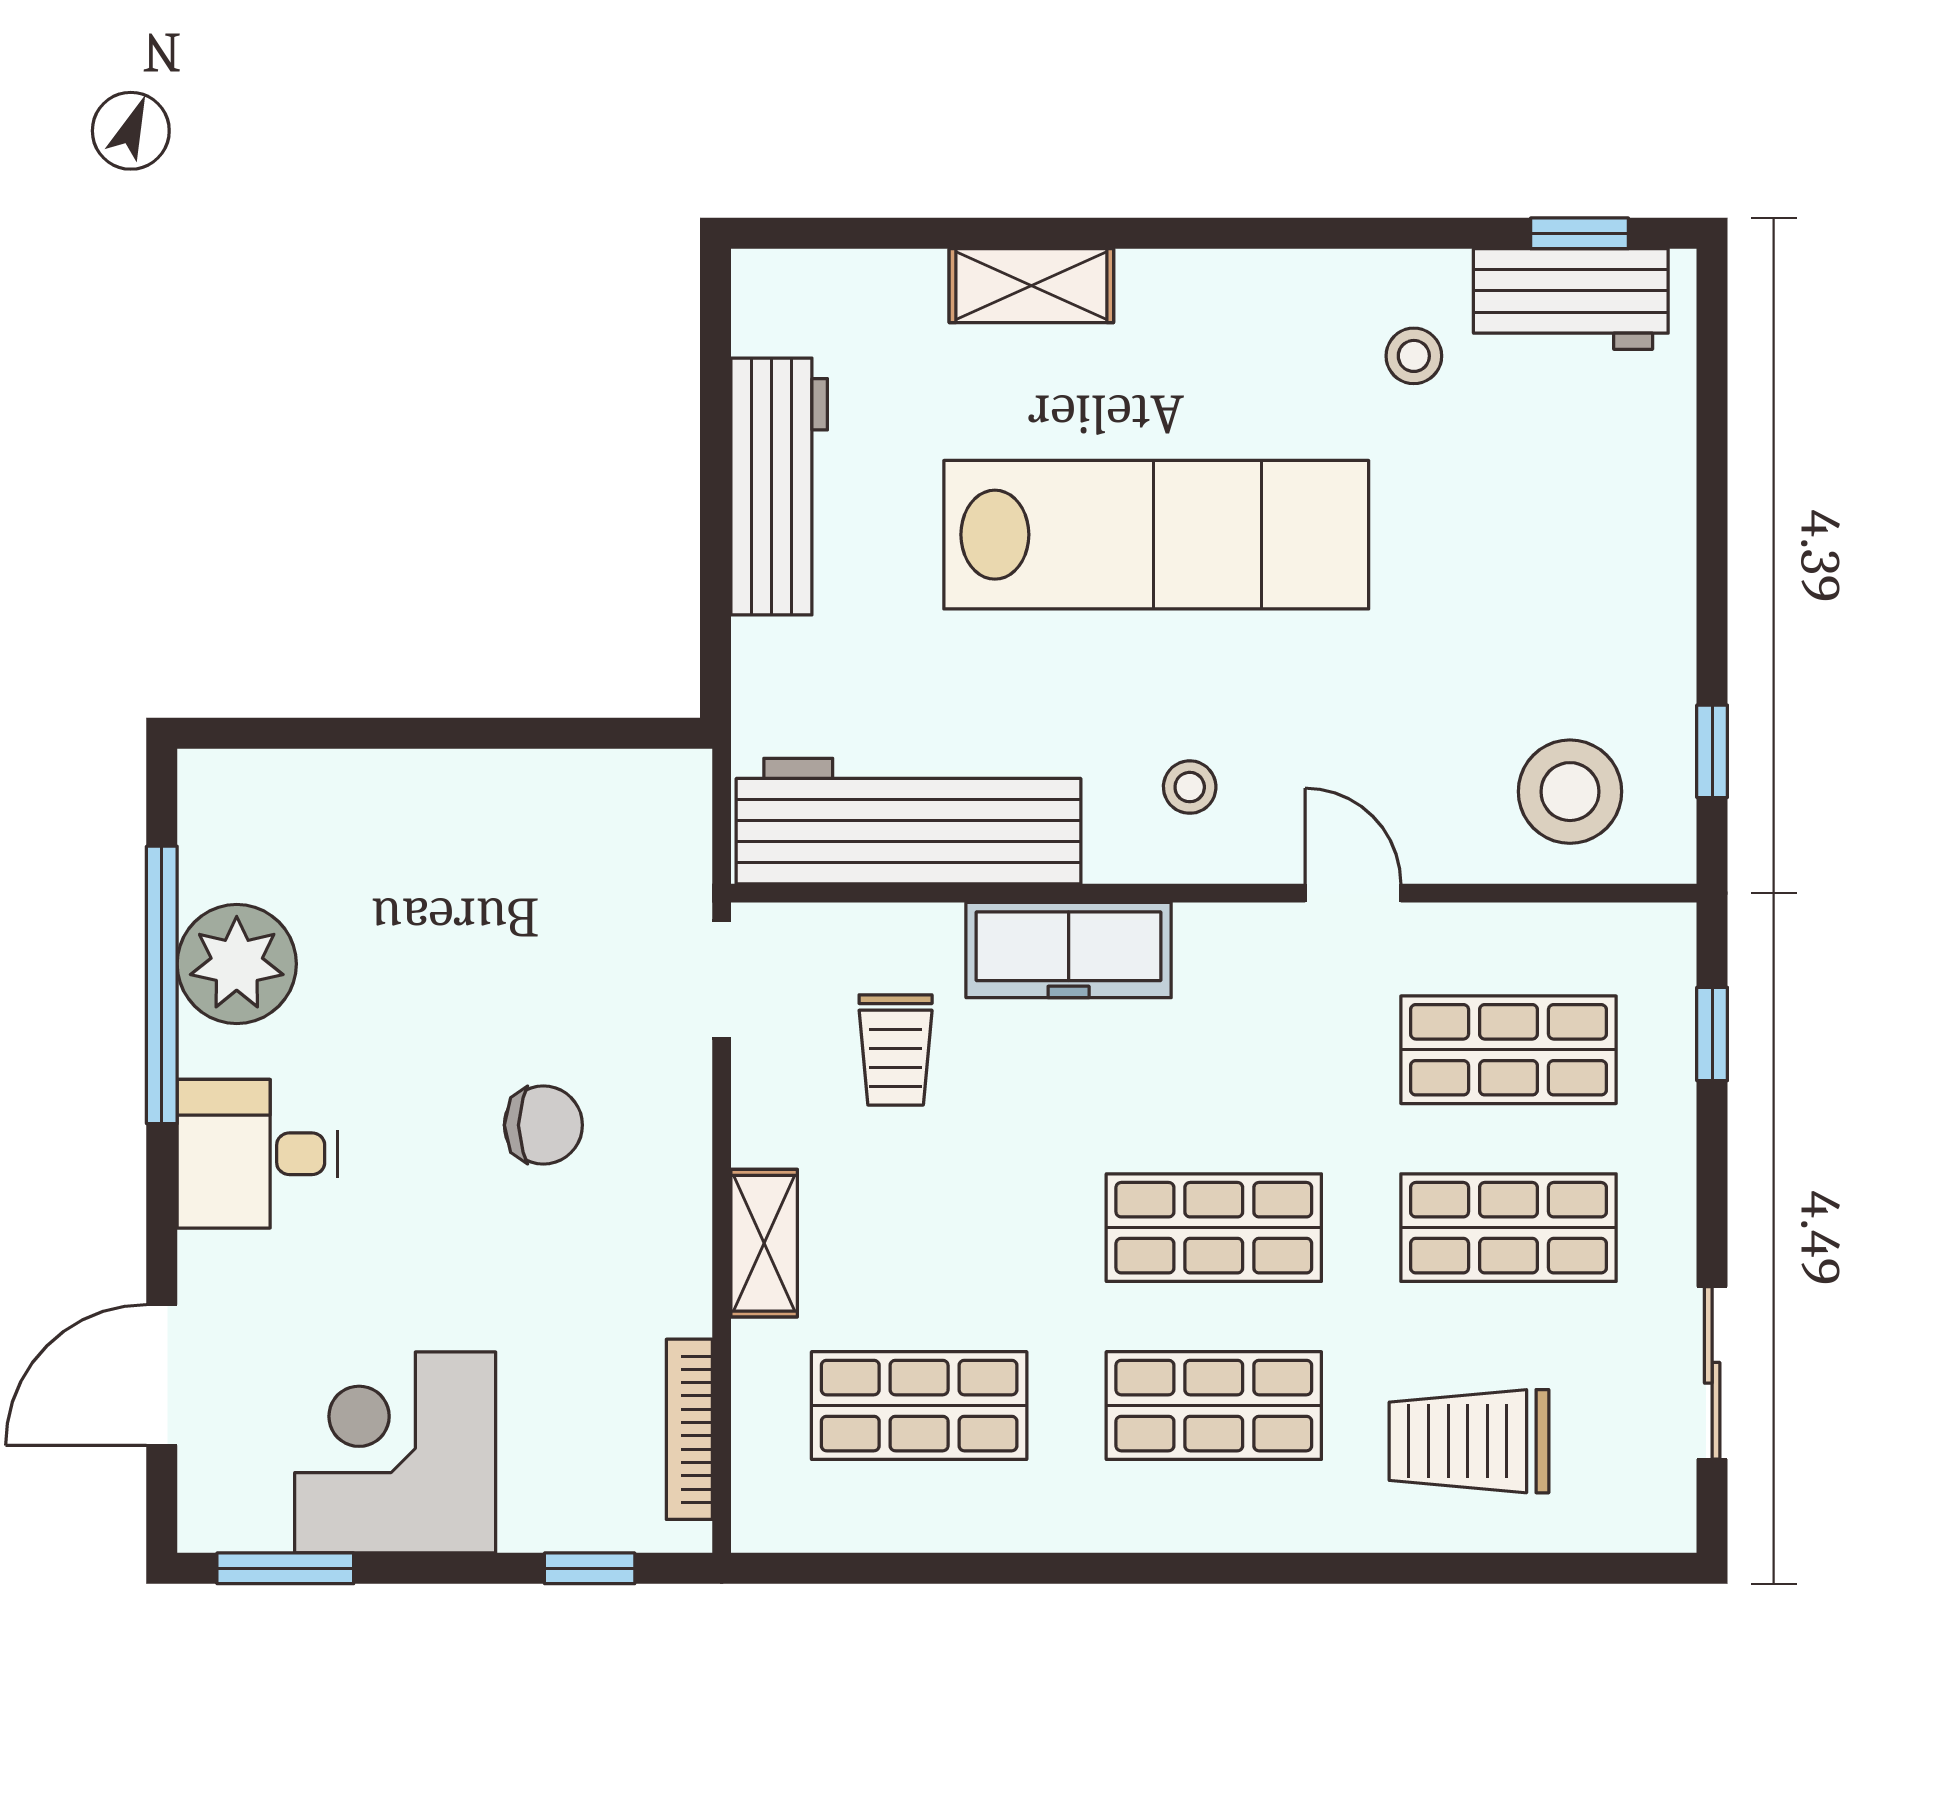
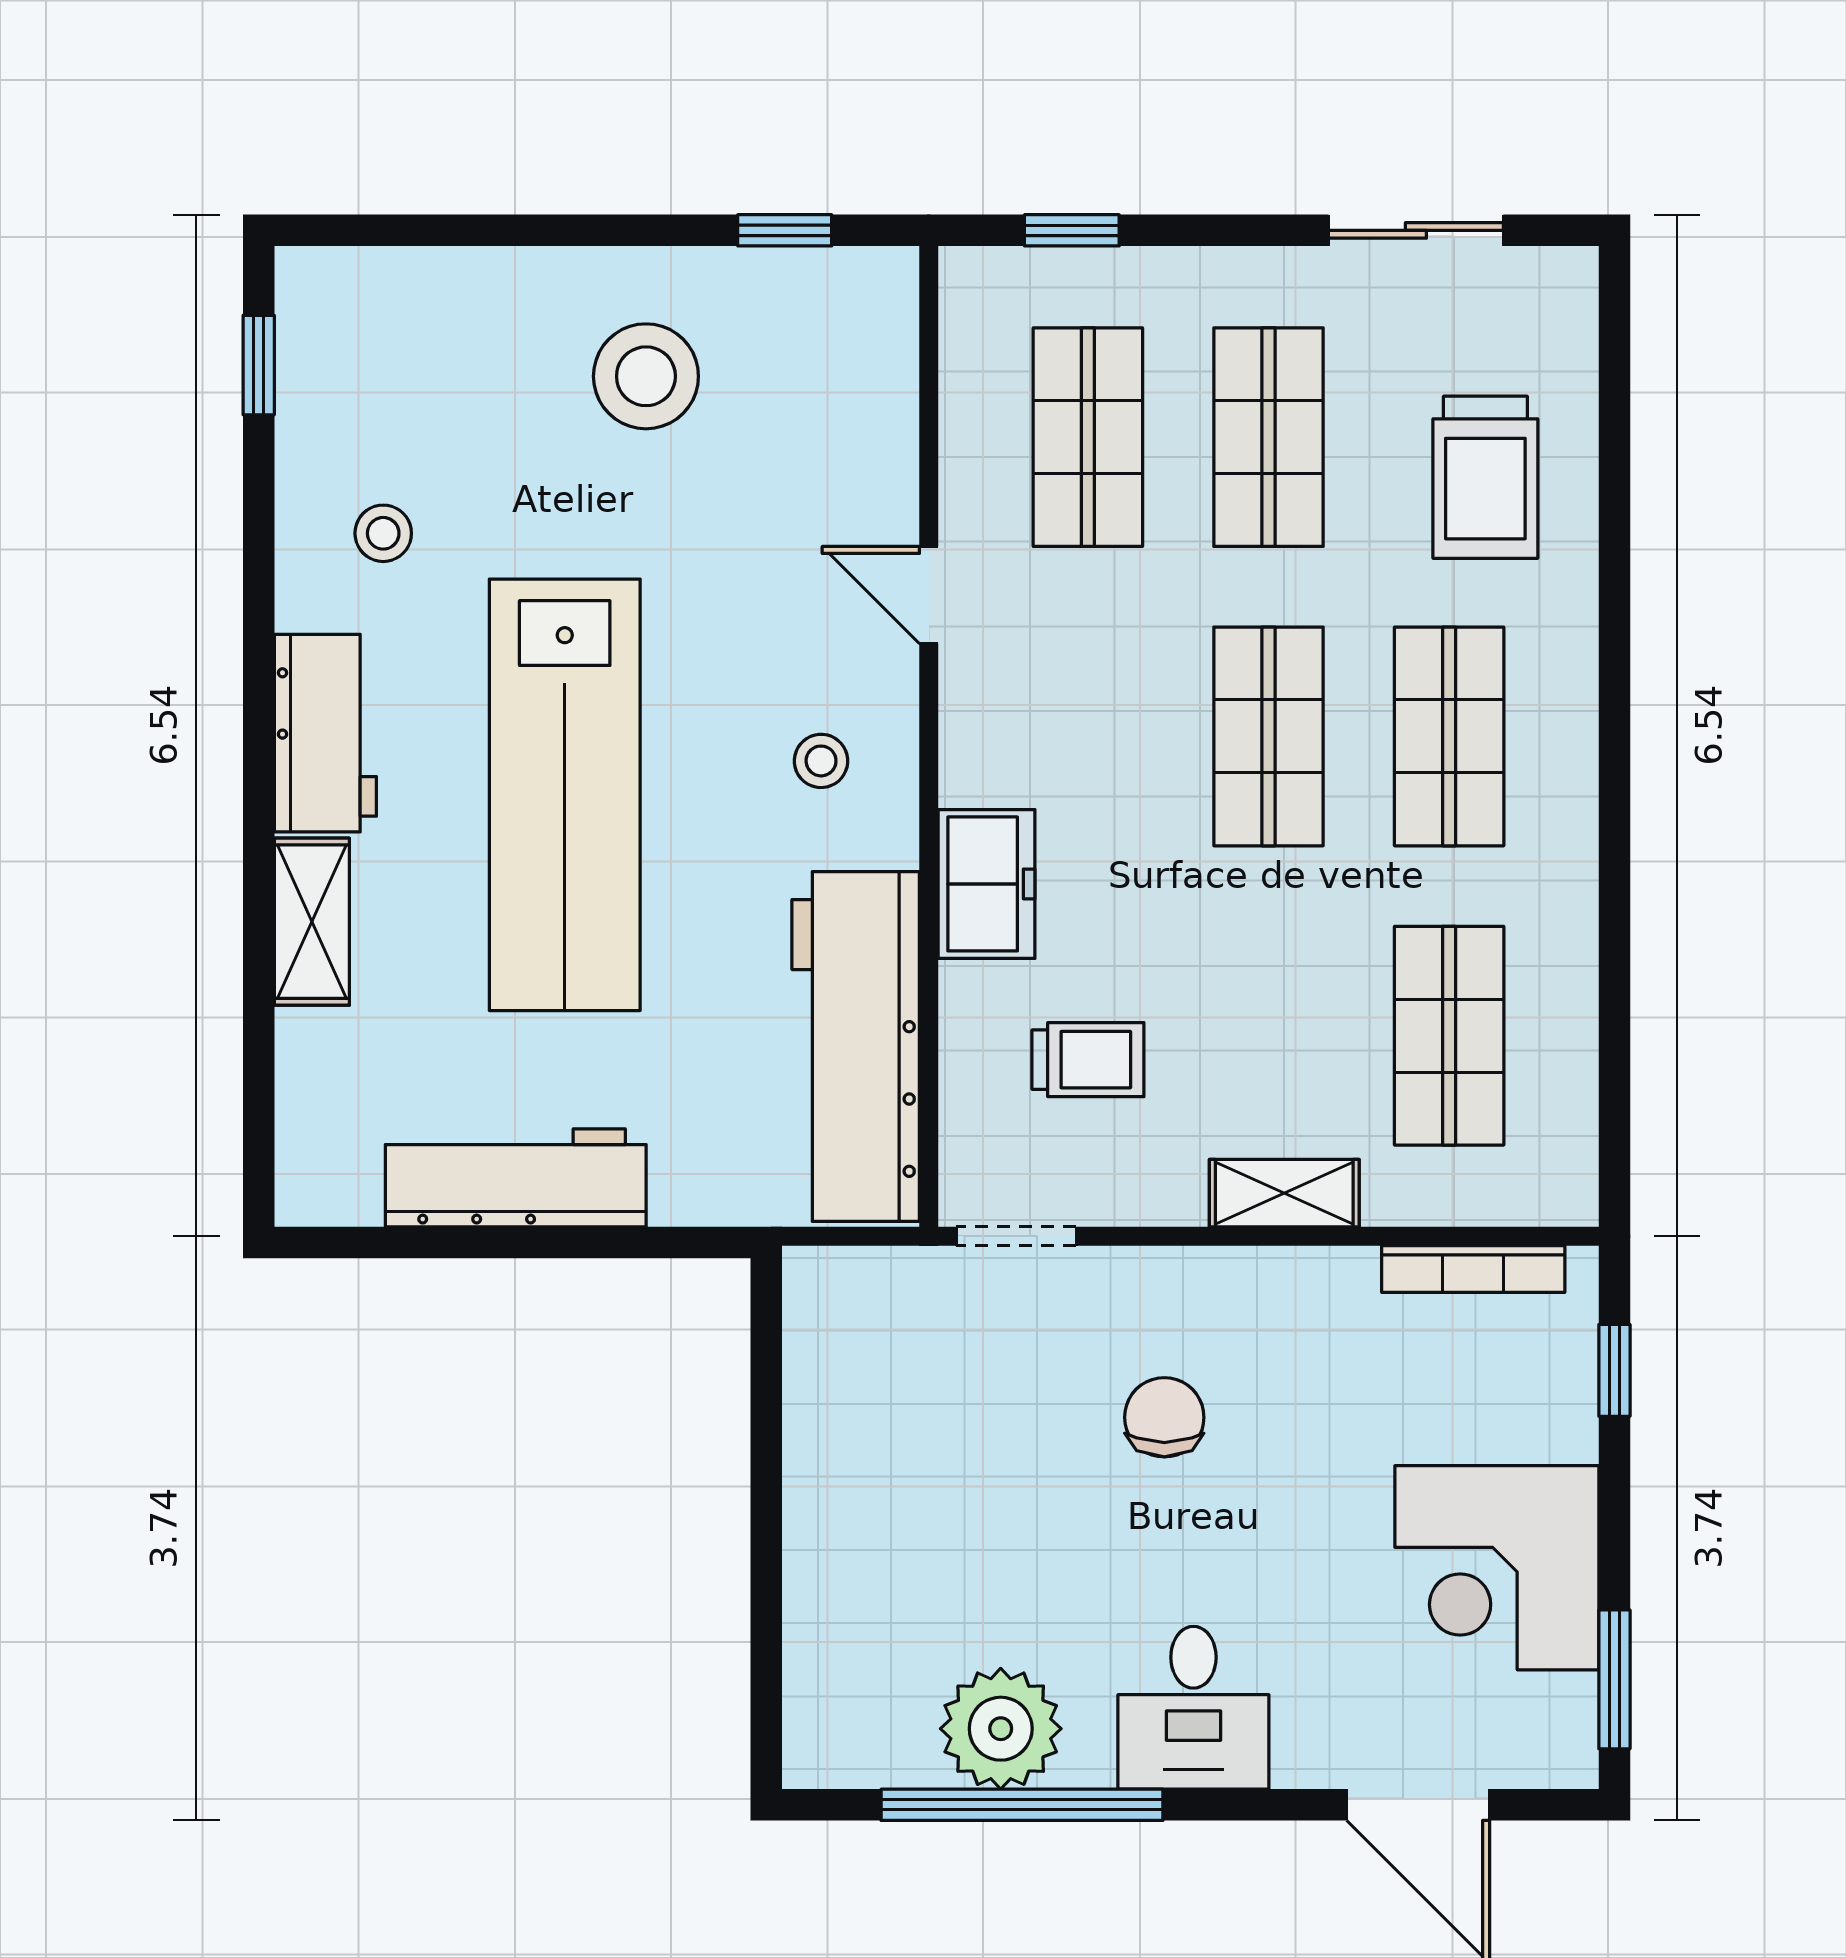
workbench: (1571, 299) -> (325, 733), moved
lab bench: (1156, 535) -> (565, 795), turned 180
stool: (1570, 792) -> (646, 376), moved
door: (1353, 893) -> (929, 595), hinge flipped
freezer: (1069, 950) -> (987, 884), width x0.71

